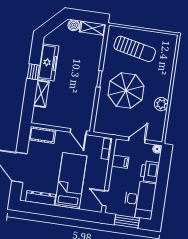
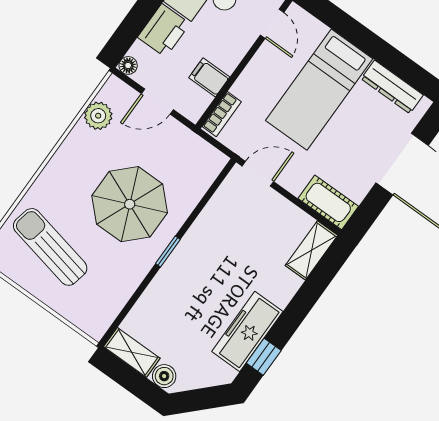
sun lounger: (135, 49) -> (50, 247), moved
window: (33, 72) -> (264, 357), moved
shelving: (41, 94) -> (311, 250), moved
plant: (161, 104) -> (98, 116), moved
door: (78, 132) -> (258, 174), hinge flipped

